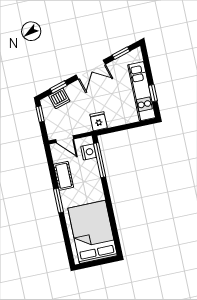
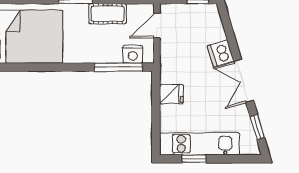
window: (59, 87) -> (229, 33), removed
dishwasher: (59, 98) -> (221, 54), moved
fridge: (99, 121) -> (171, 94), moved

